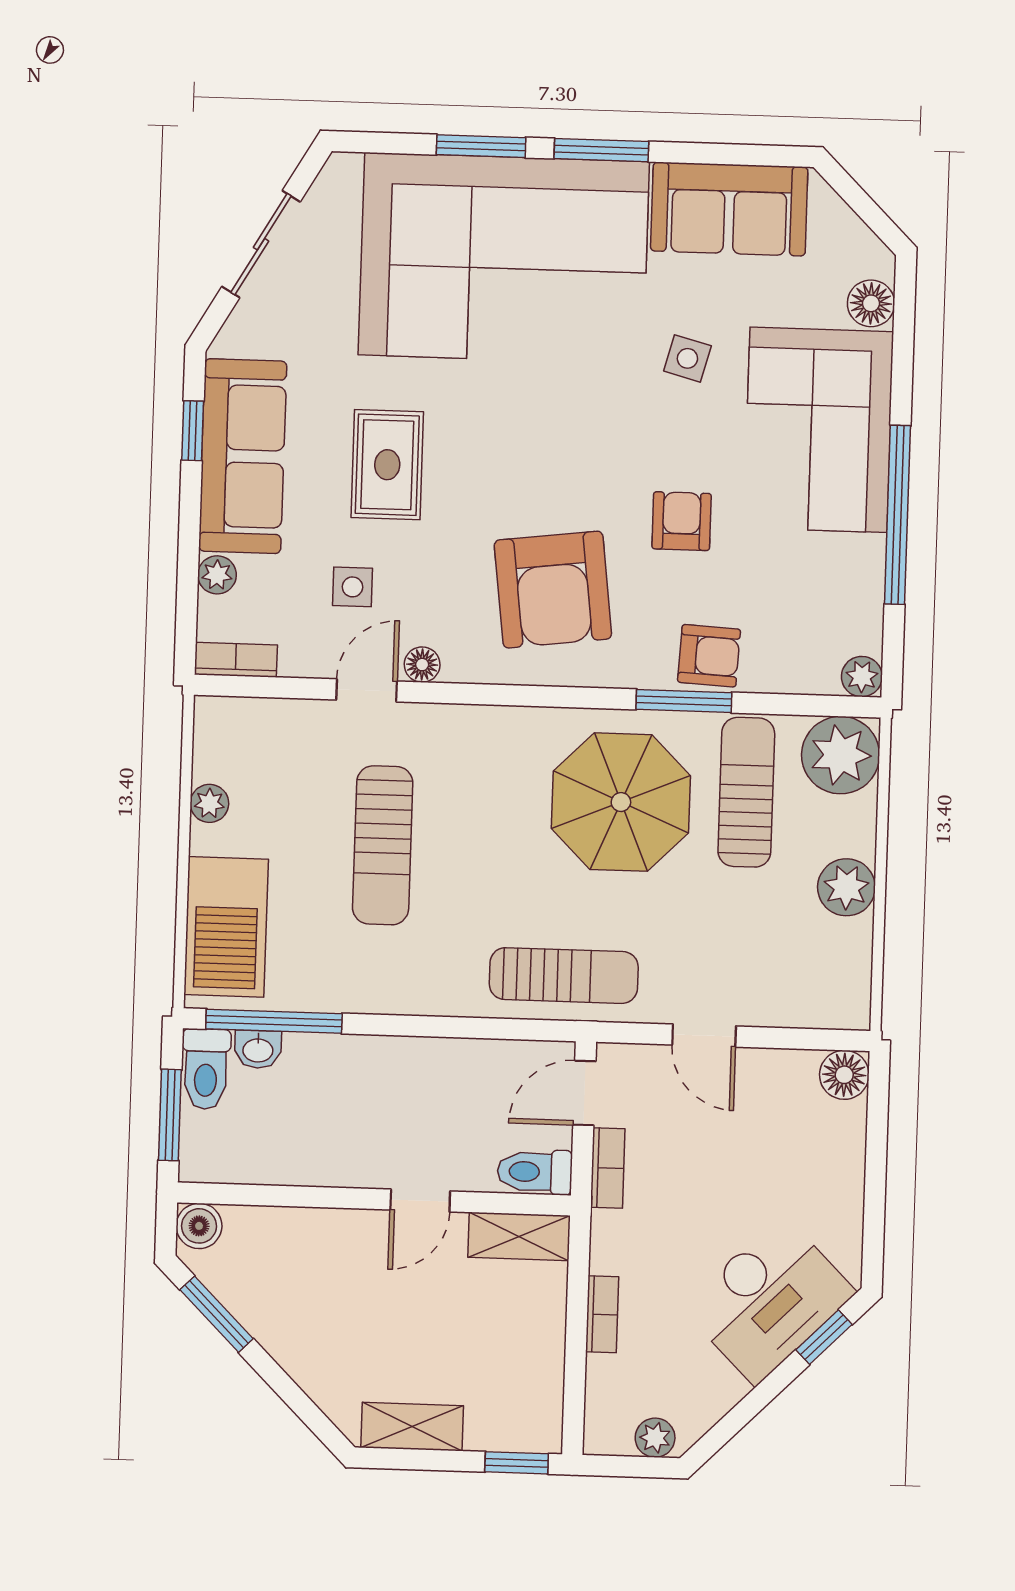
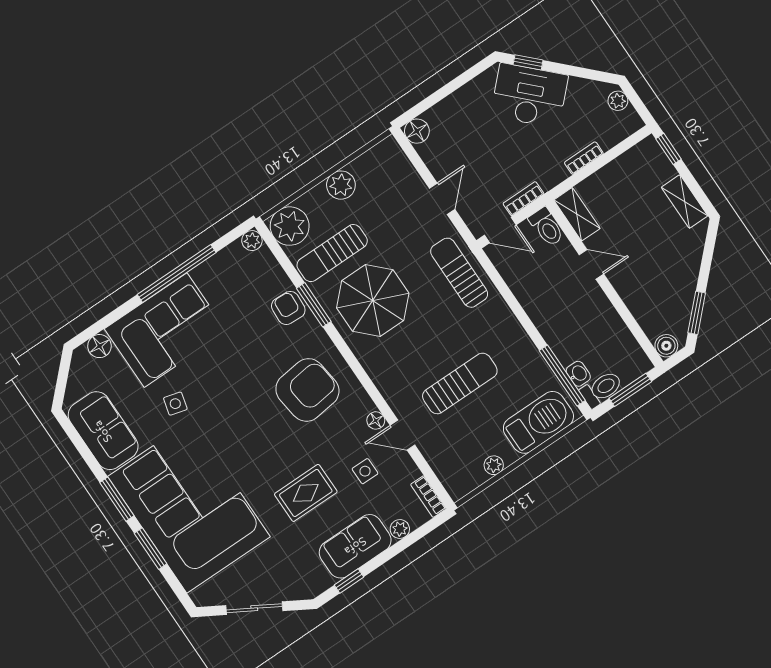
sofa: (243, 456) -> (355, 546), width x0.73
armchair: (682, 521) -> (242, 358), removed

